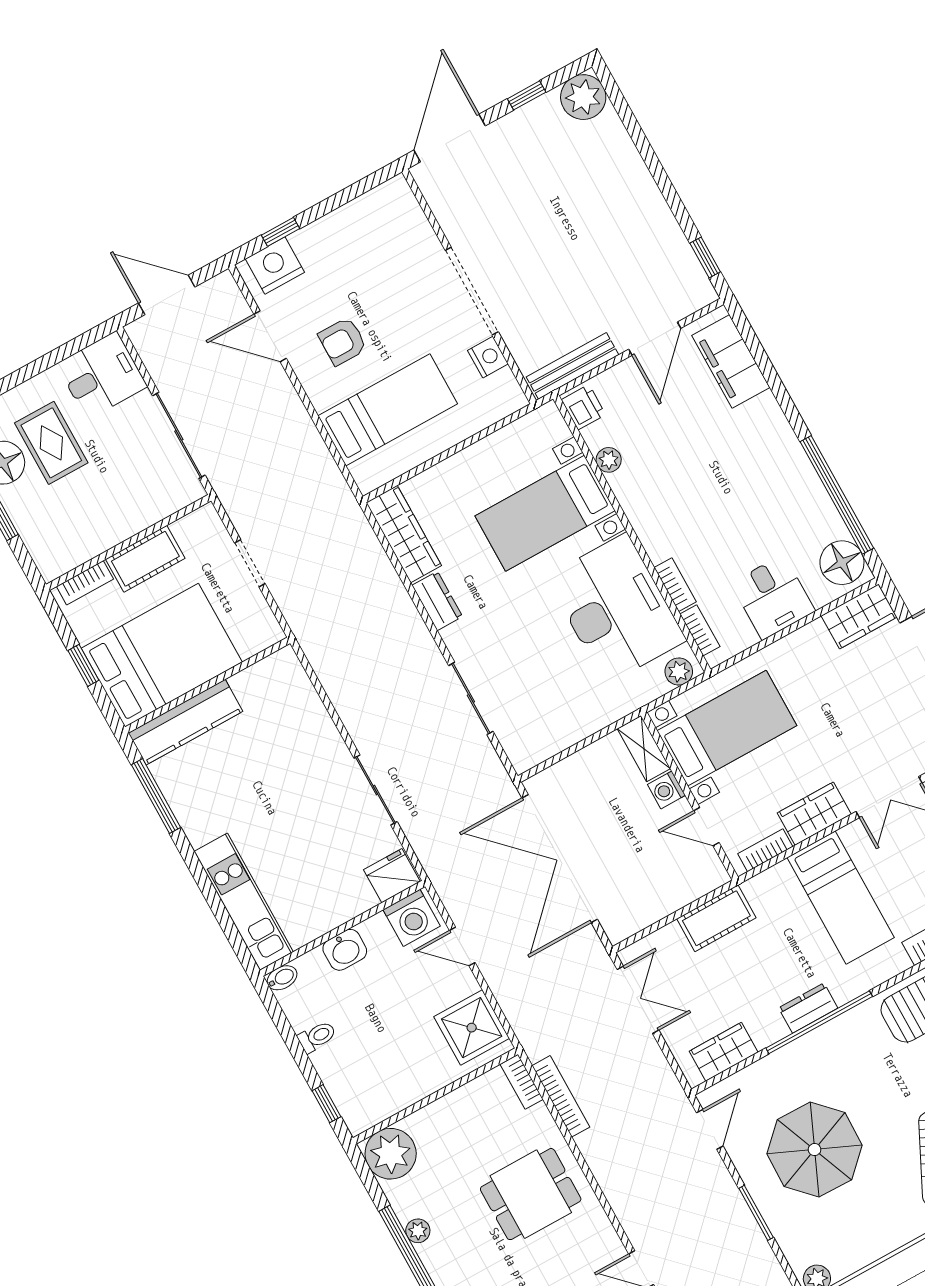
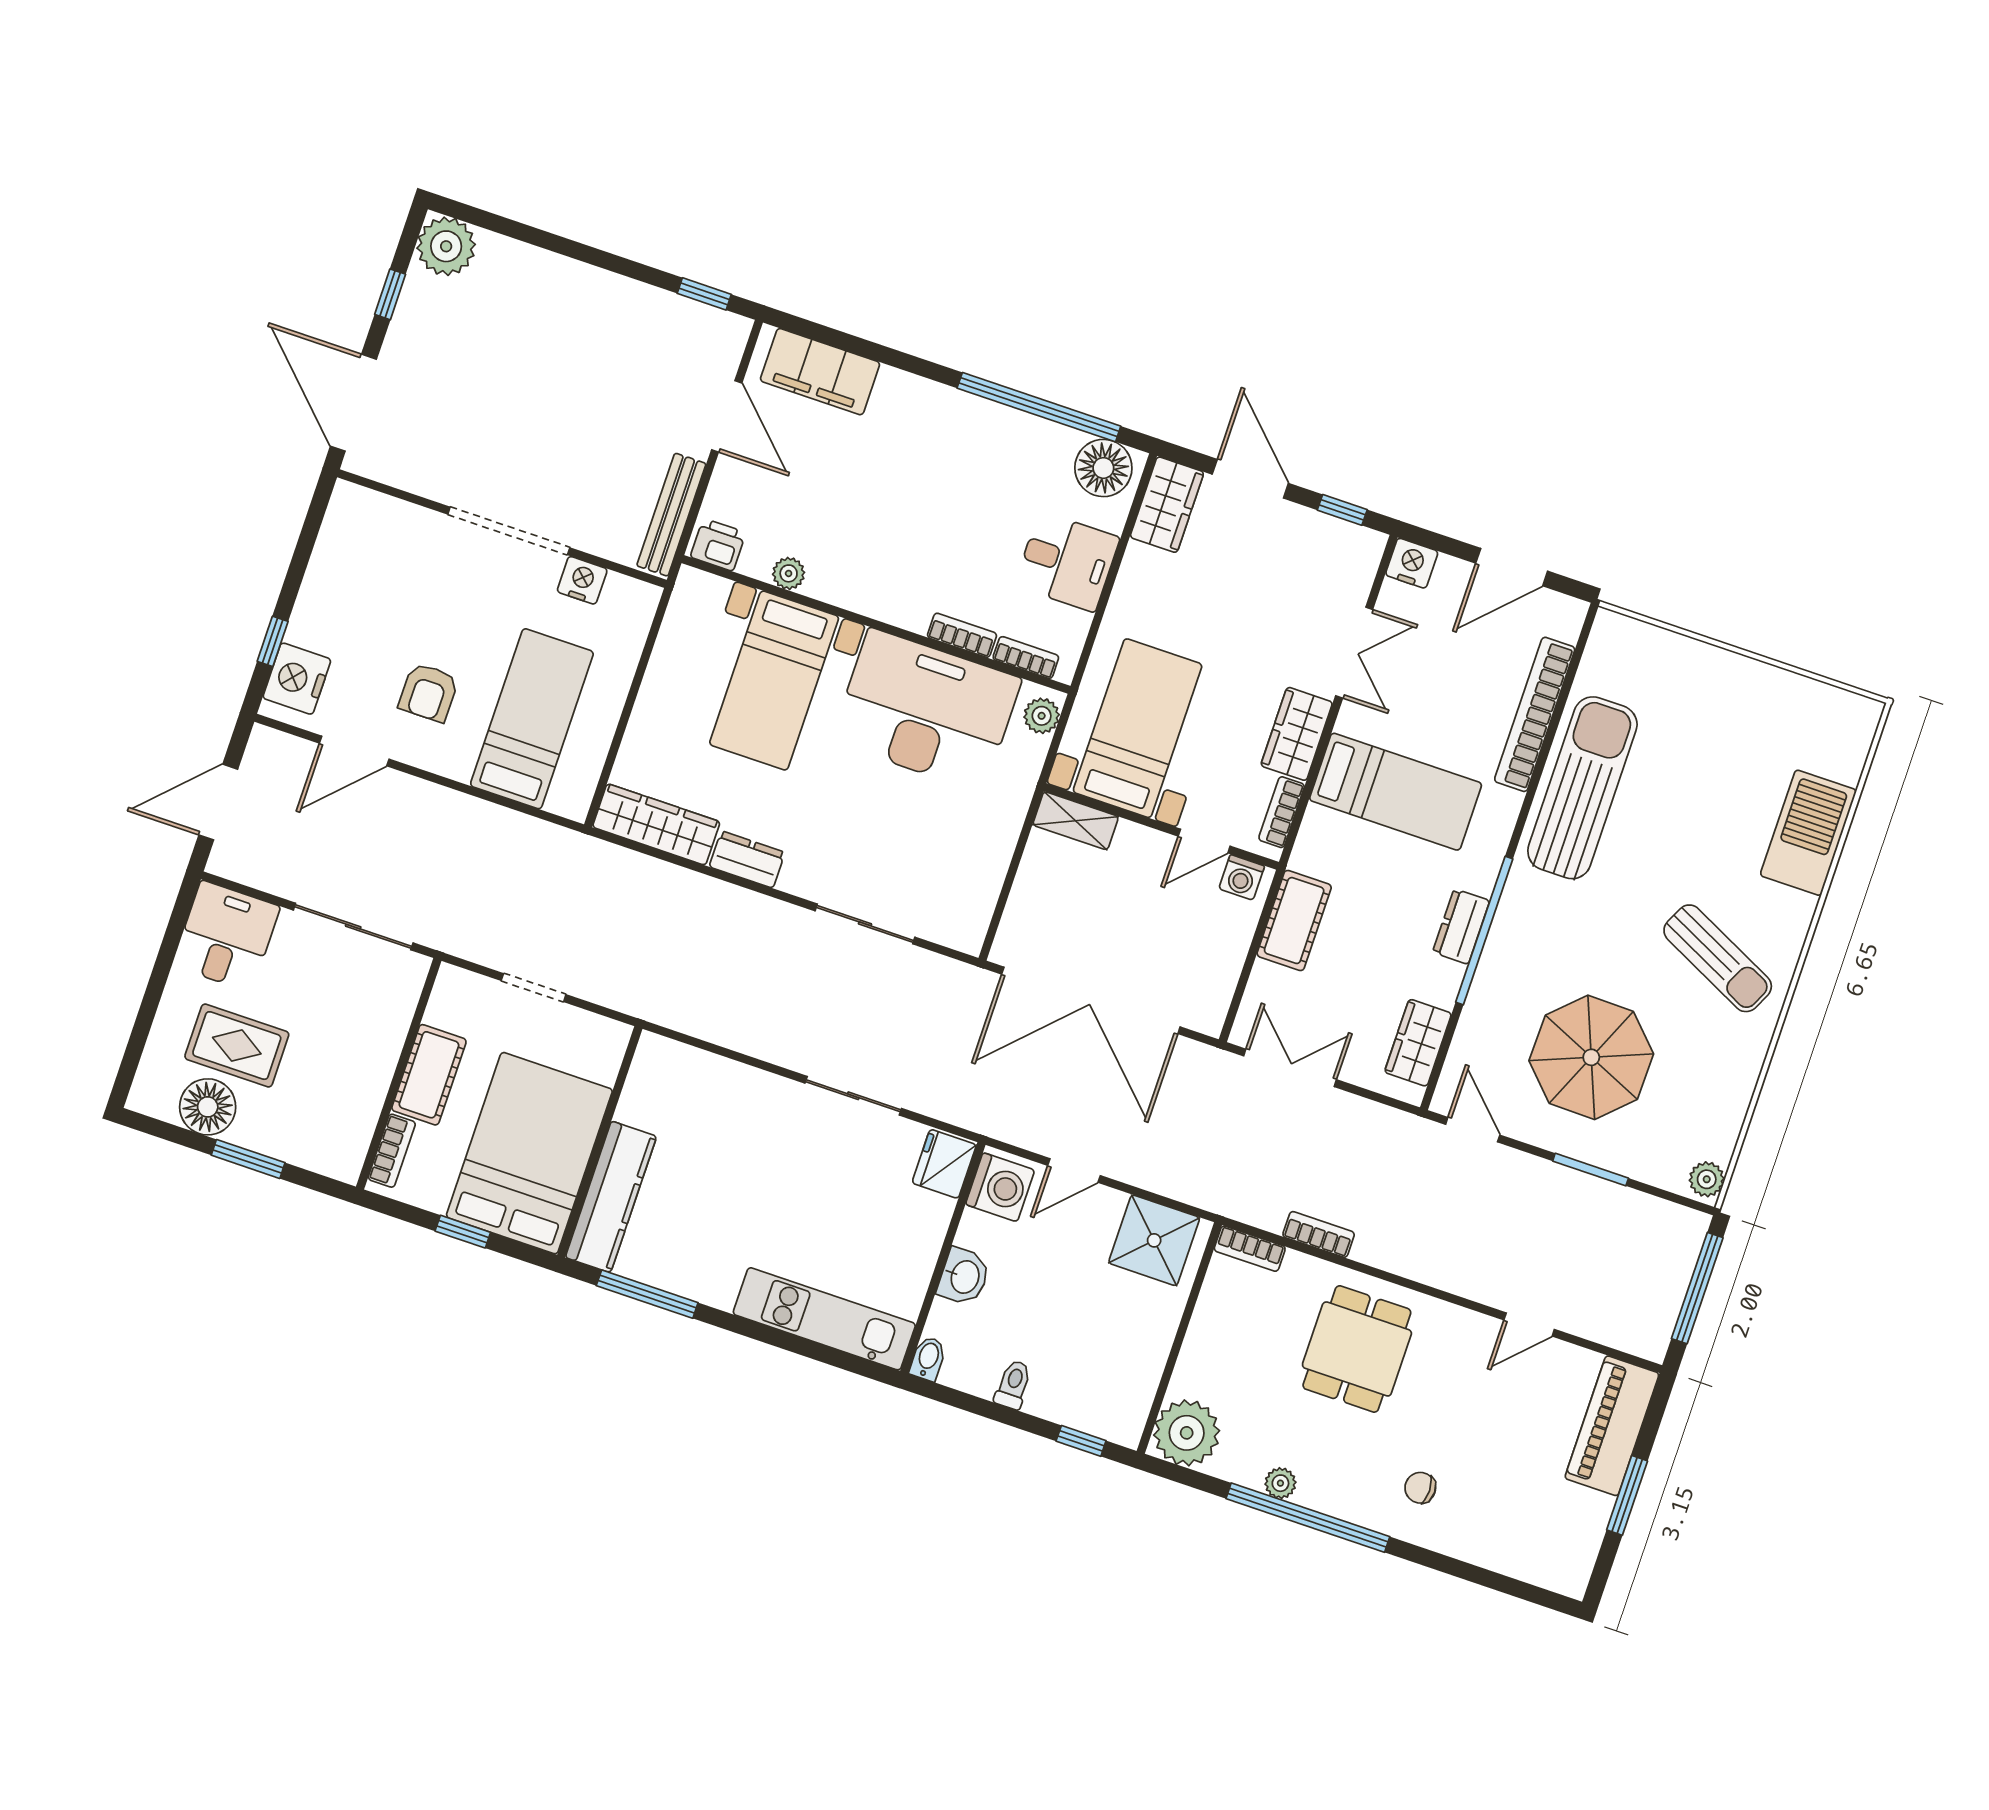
washing machine: (666, 790) -> (1242, 877), moved
bookcase: (561, 1096) -> (1319, 1234), width x0.64

